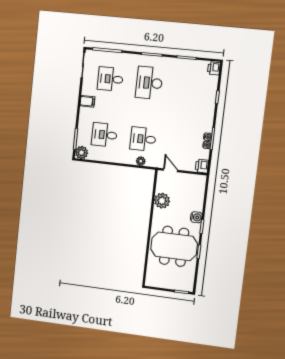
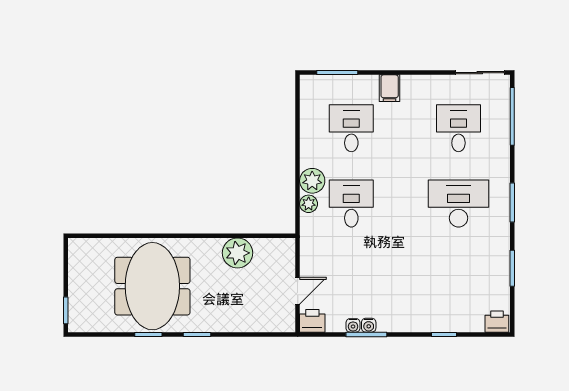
filing cabinet: (87, 101) -> (390, 88), moved
plant: (82, 153) -> (312, 181), moved
door: (170, 170) -> (298, 291), moved
water cooler: (196, 217) -> (214, 322), removed

